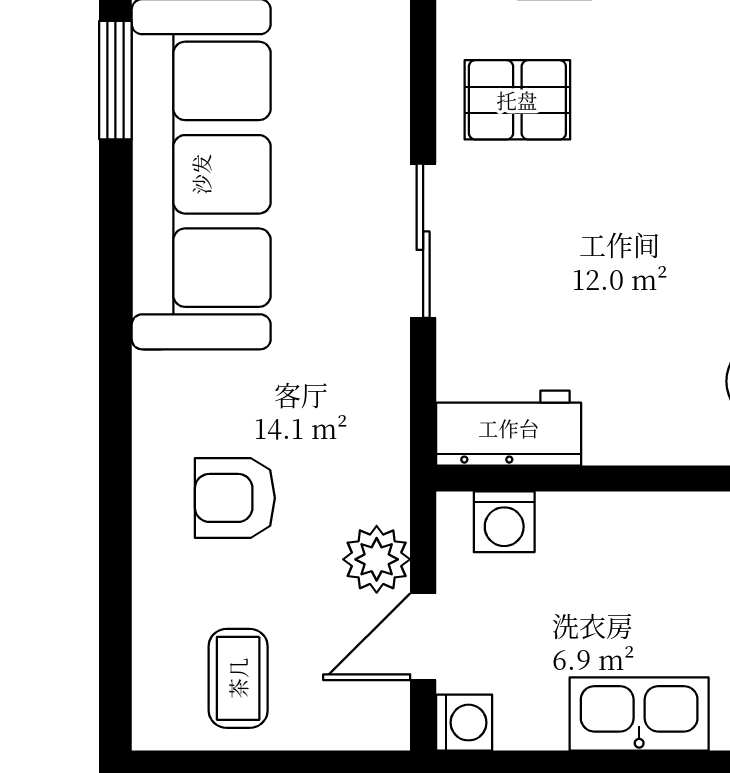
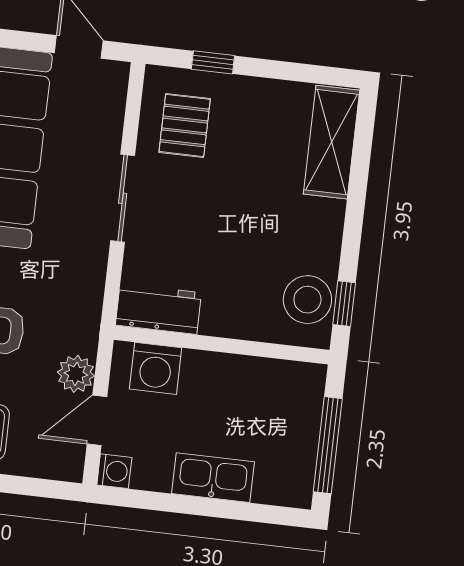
pallet: (517, 100) -> (185, 125), turned 90
washing machine: (504, 522) -> (156, 368), width x1.38, depth x1.38

